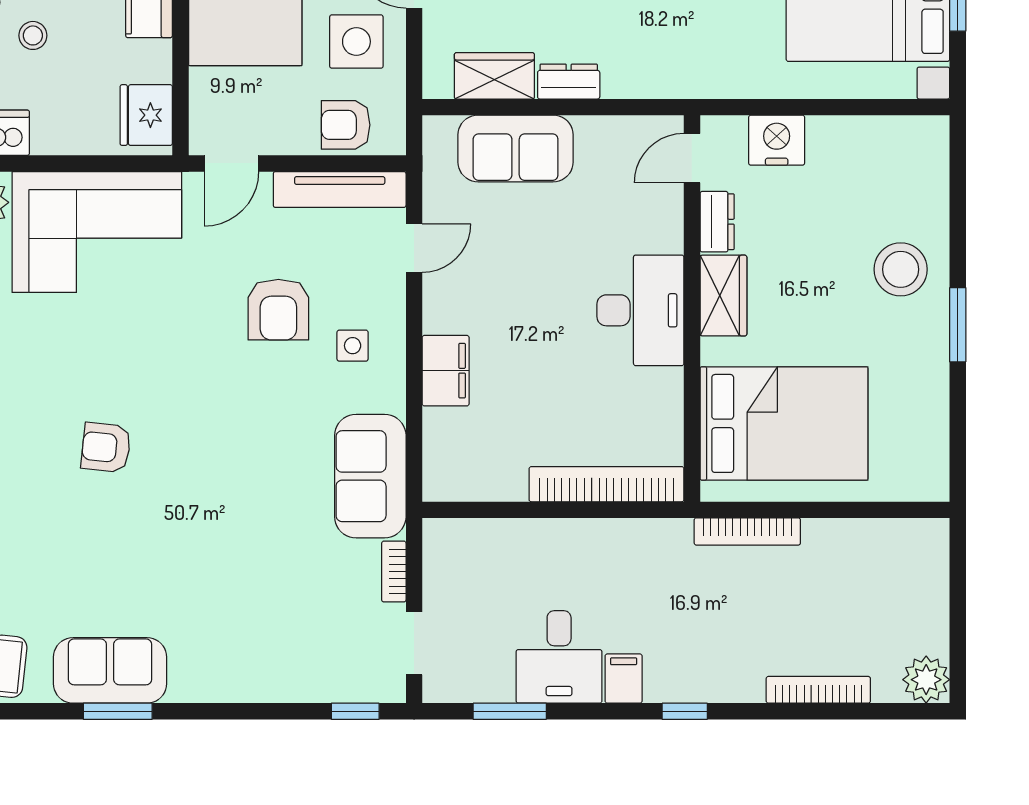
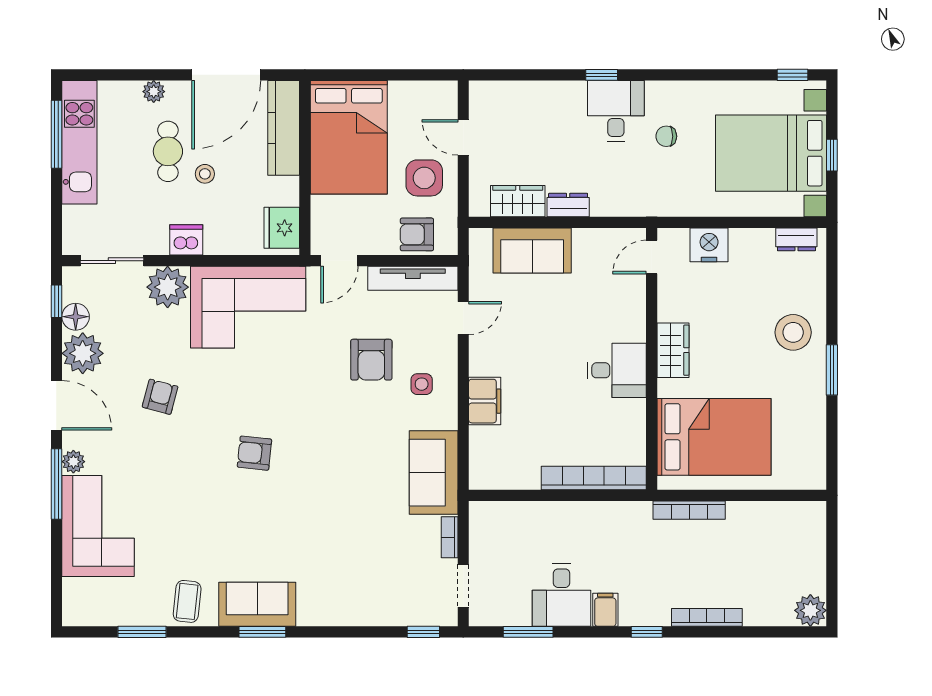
dresser: (717, 222) -> (796, 239), moved, turned 90
desk: (640, 310) -> (617, 370), width x0.73
bookcase: (818, 690) -> (707, 617), moved

